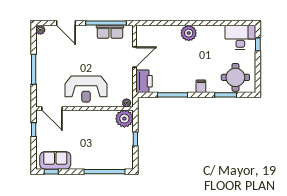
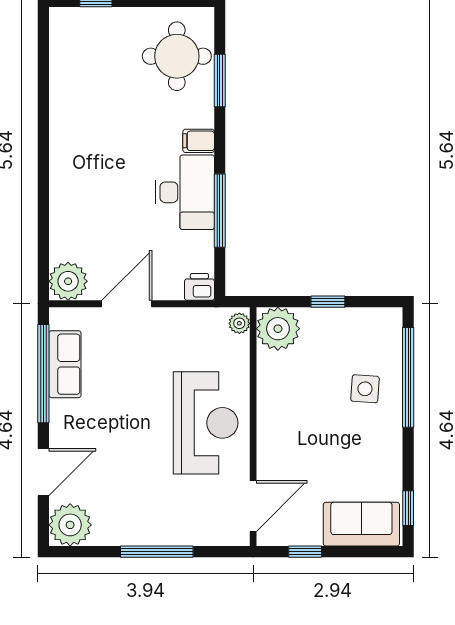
plant: (40, 30) -> (70, 525), width x1.88, depth x1.88
plant: (189, 33) -> (68, 281), moved
desk: (240, 37) -> (185, 192), moved, turned 180
door: (135, 57) -> (127, 304), hinge flipped
printer: (144, 81) -> (199, 287), width x0.53, depth x0.68
side table: (100, 154) -> (365, 389), added
sofa: (55, 160) -> (361, 524), moved, turned 90

